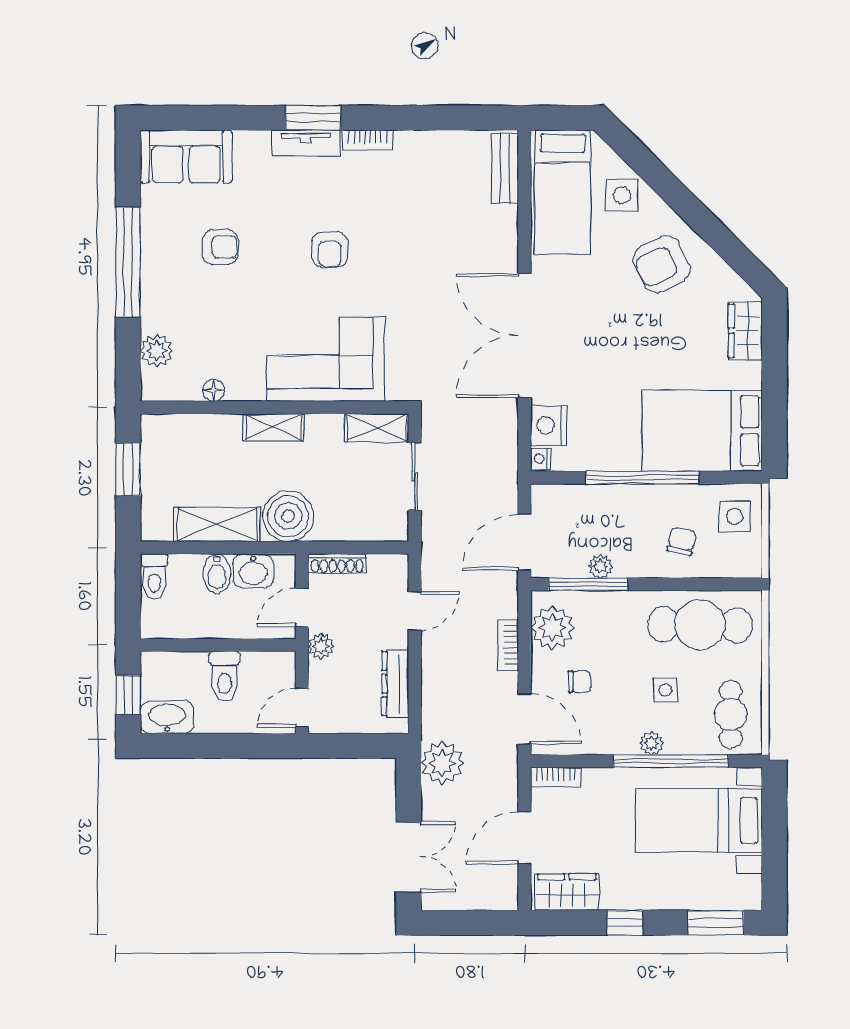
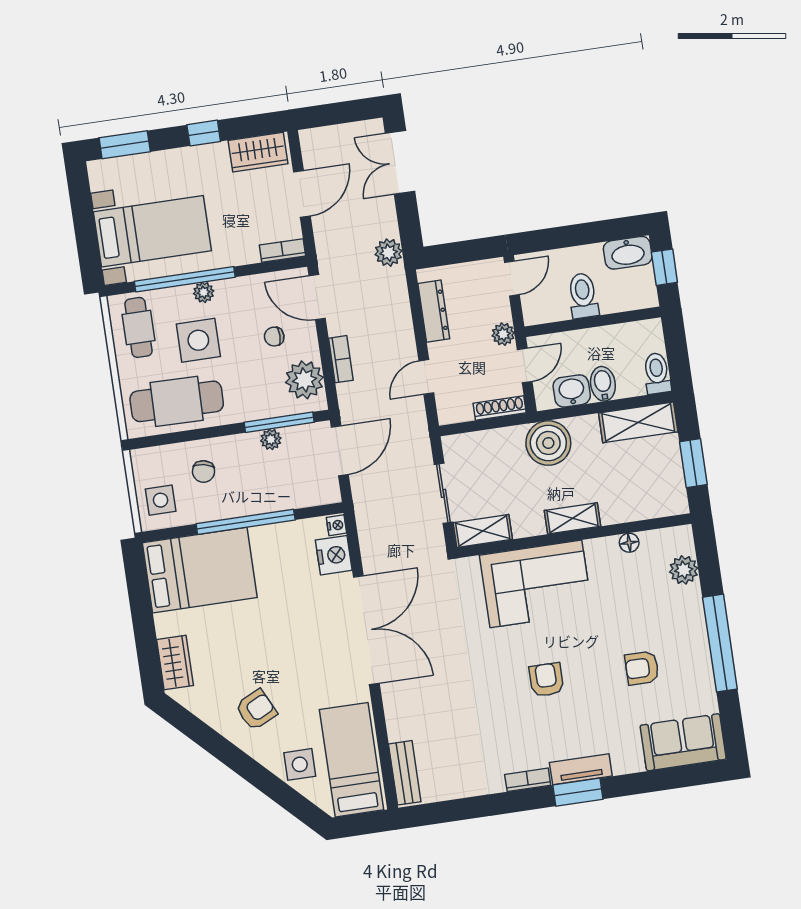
armchair: (662, 264) -> (256, 710), width x0.72, depth x0.72
shelving: (217, 524) -> (638, 422), moved
side table: (665, 690) -> (198, 340), width x1.87, depth x1.87
plant: (442, 763) -> (389, 253), width x0.73, depth x0.73

